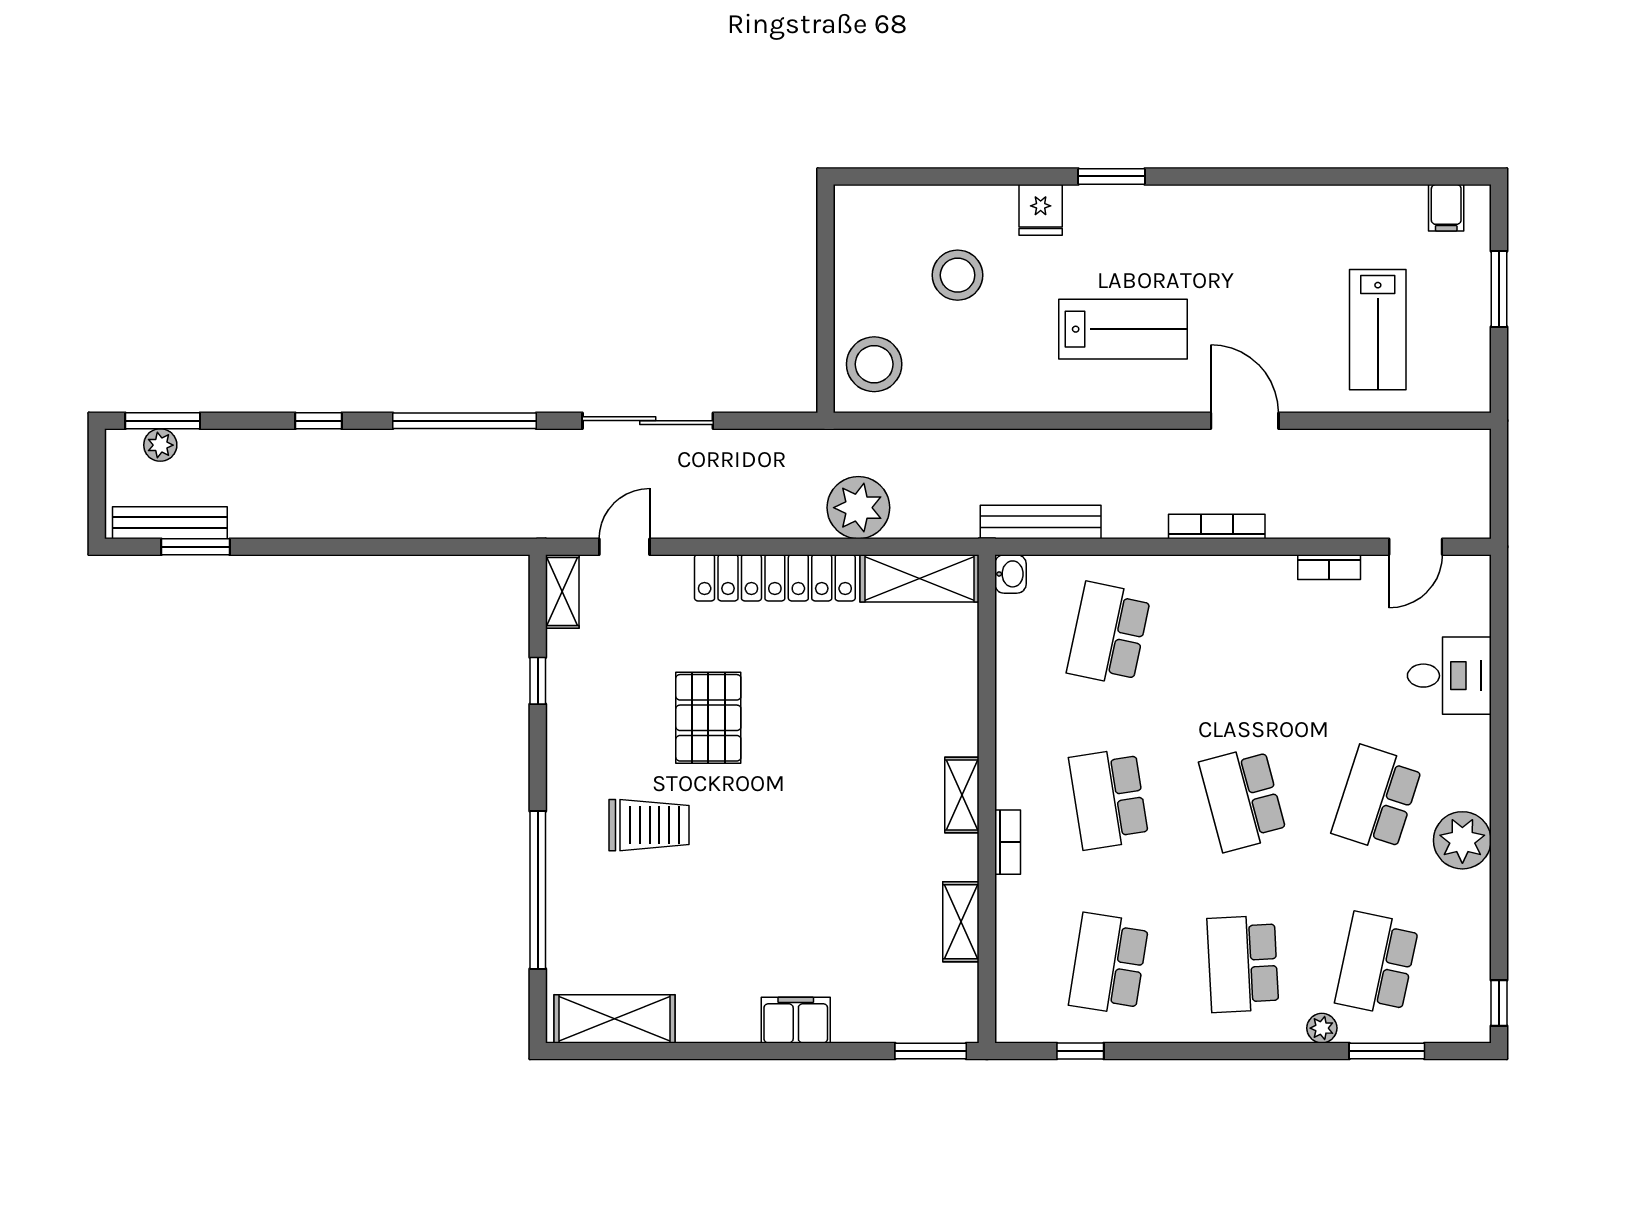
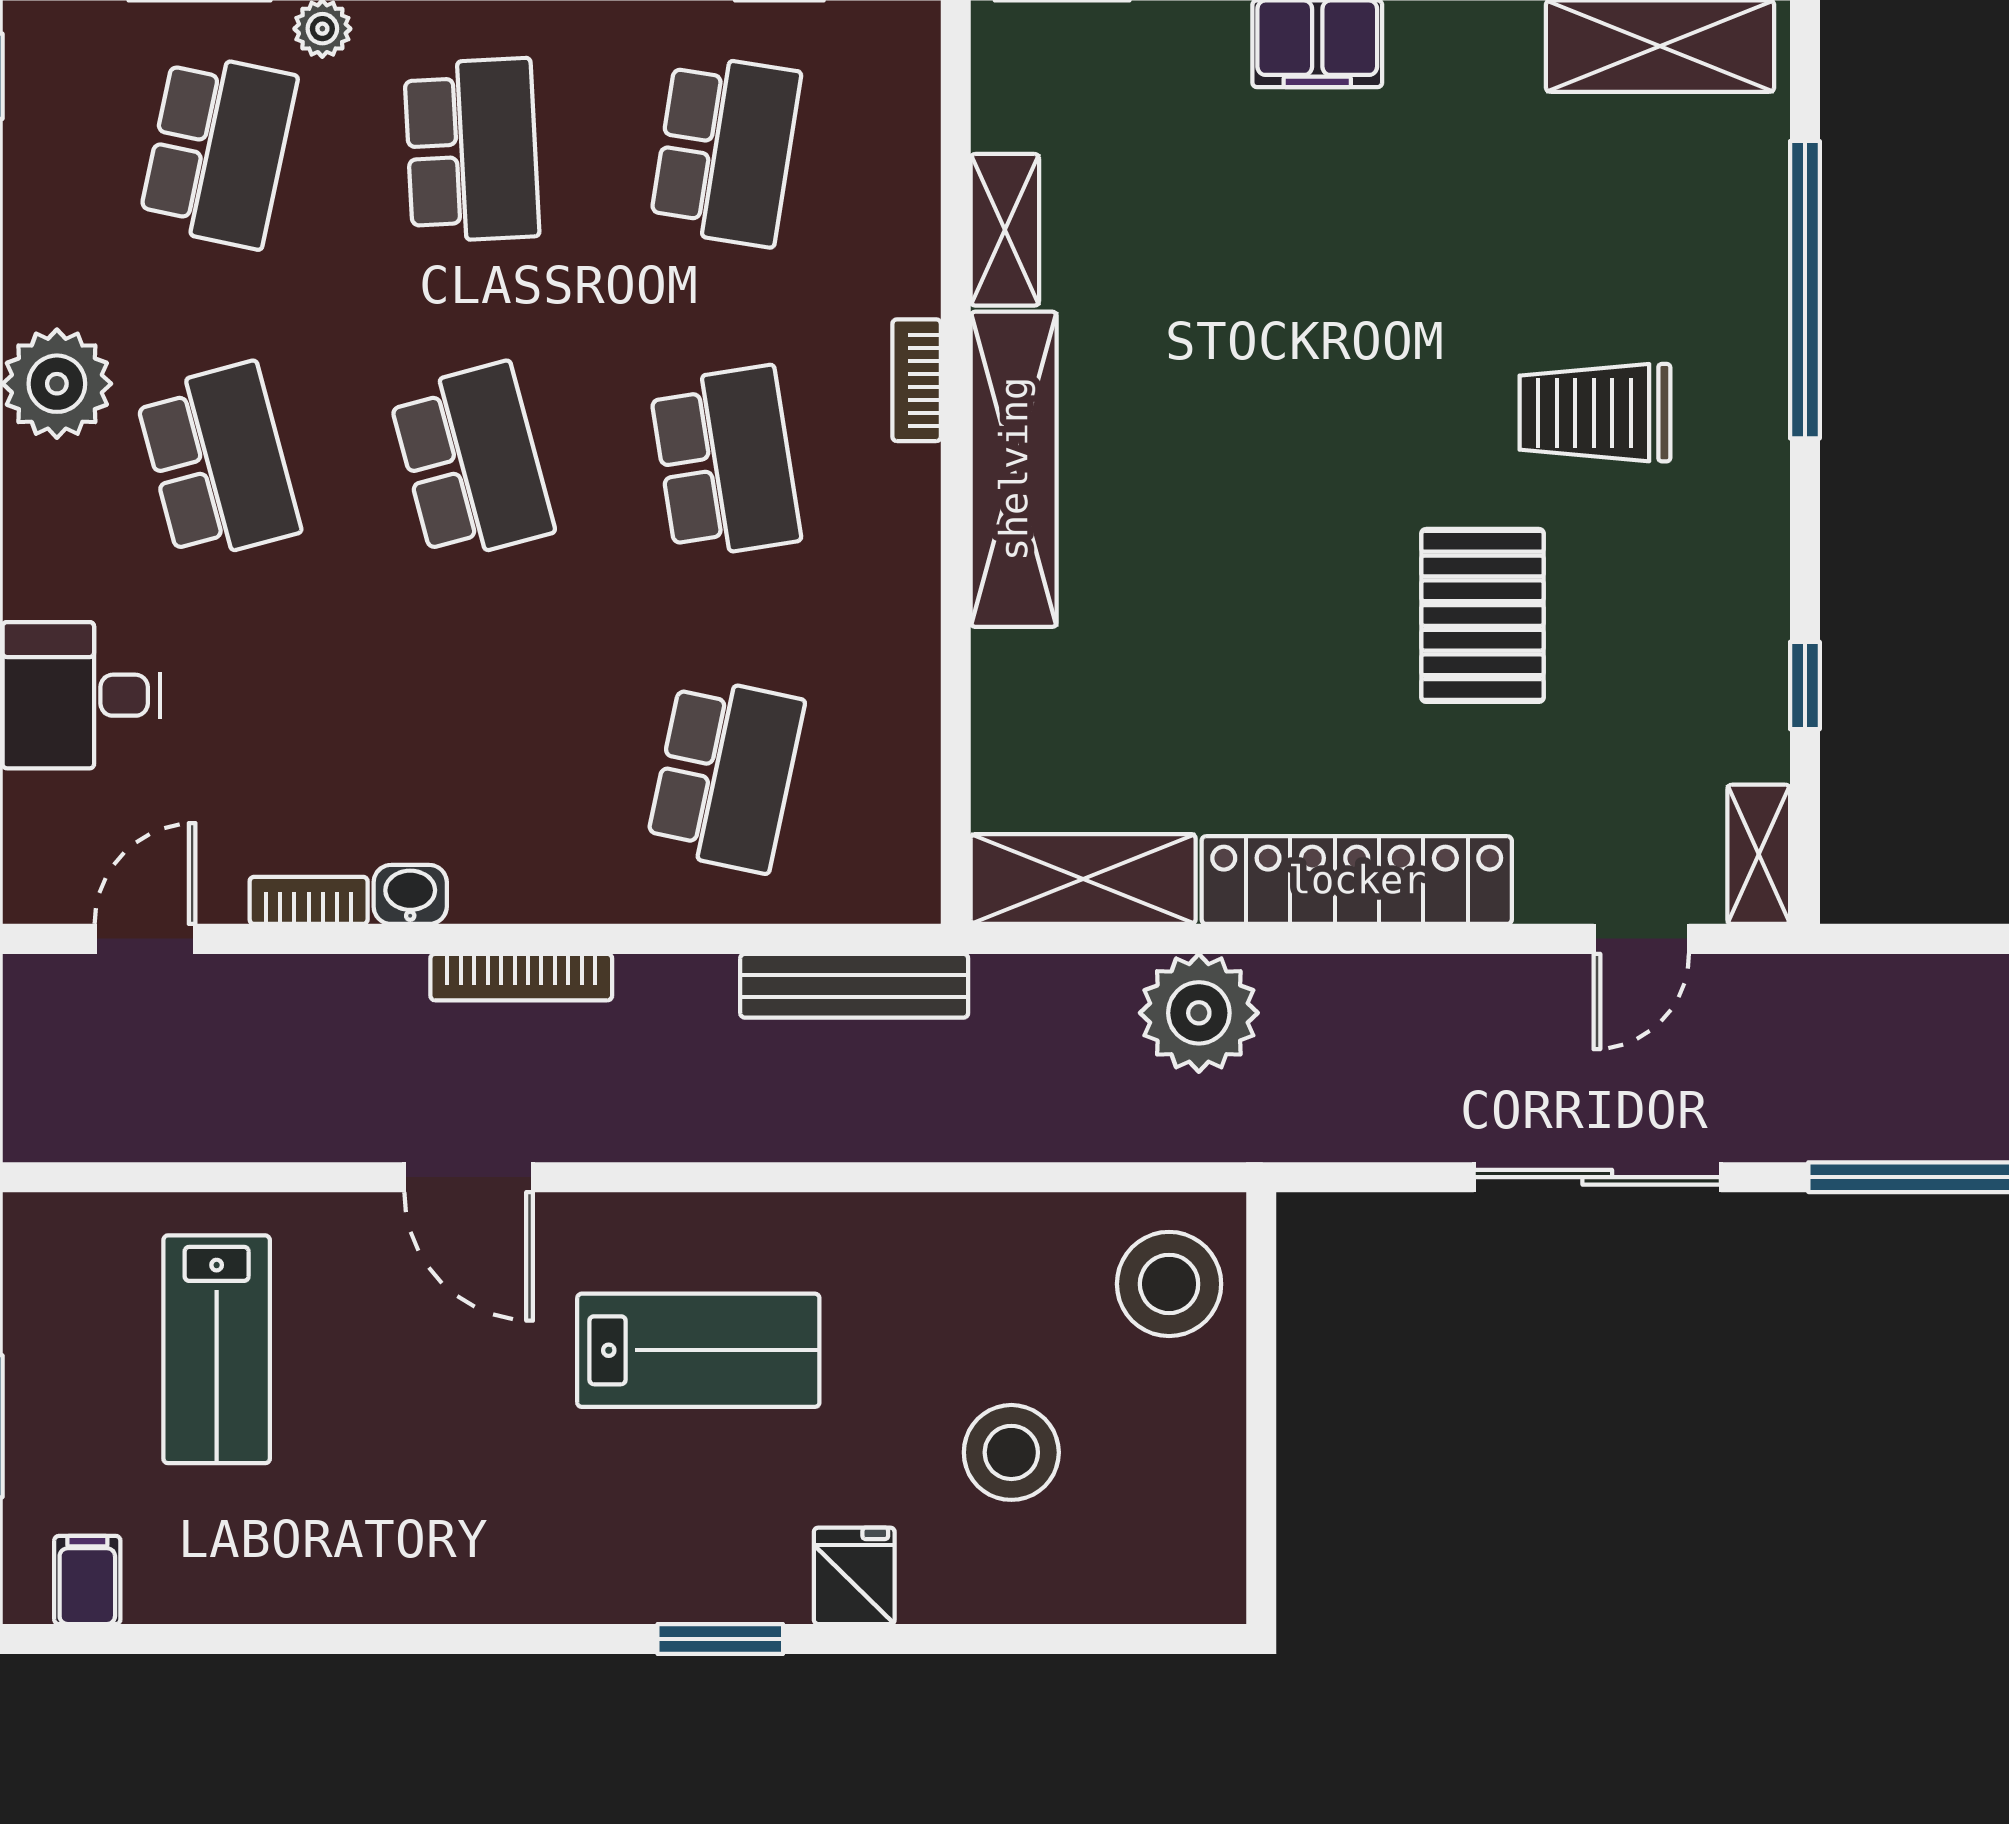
lab bench: (1123, 329) -> (698, 1350), turned 180
lab bench: (1378, 330) -> (217, 1349), turned 180
washbasin: (1010, 574) -> (410, 894), moved, turned 90
shelving: (962, 795) -> (1014, 469), width x2.20, depth x1.33
school desk: (1377, 799) -> (218, 462), turned -33

